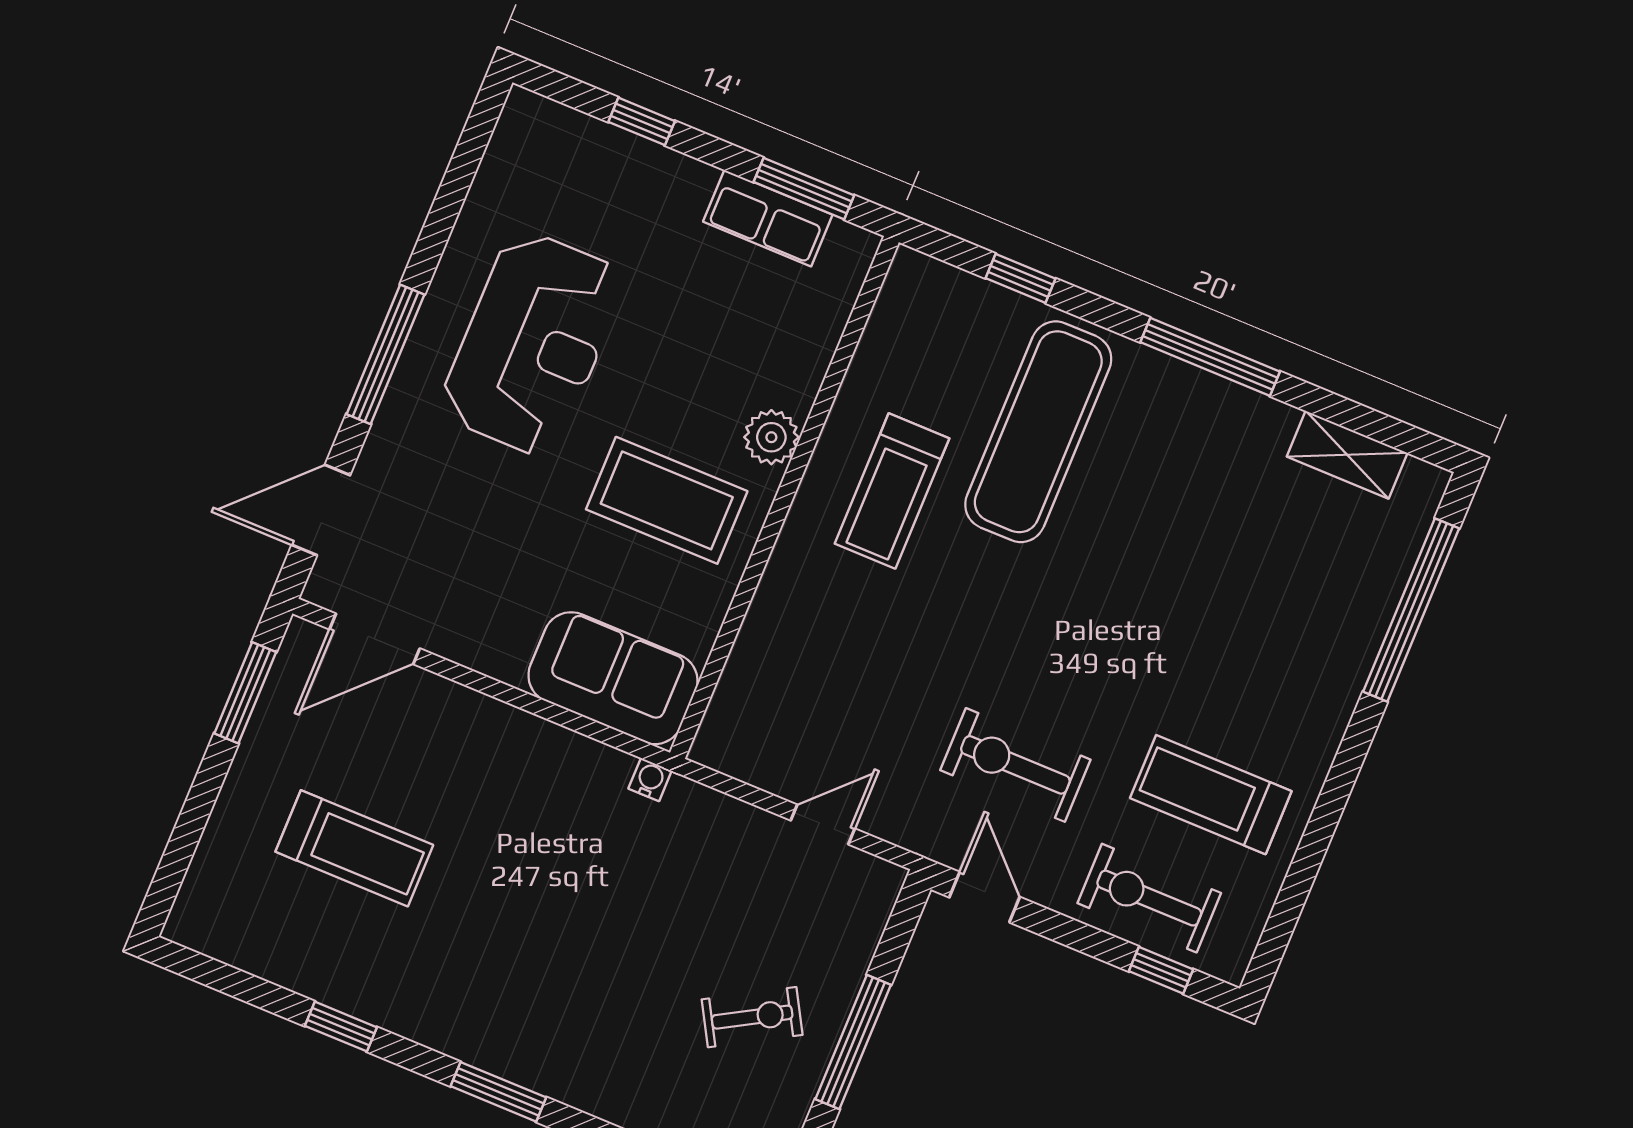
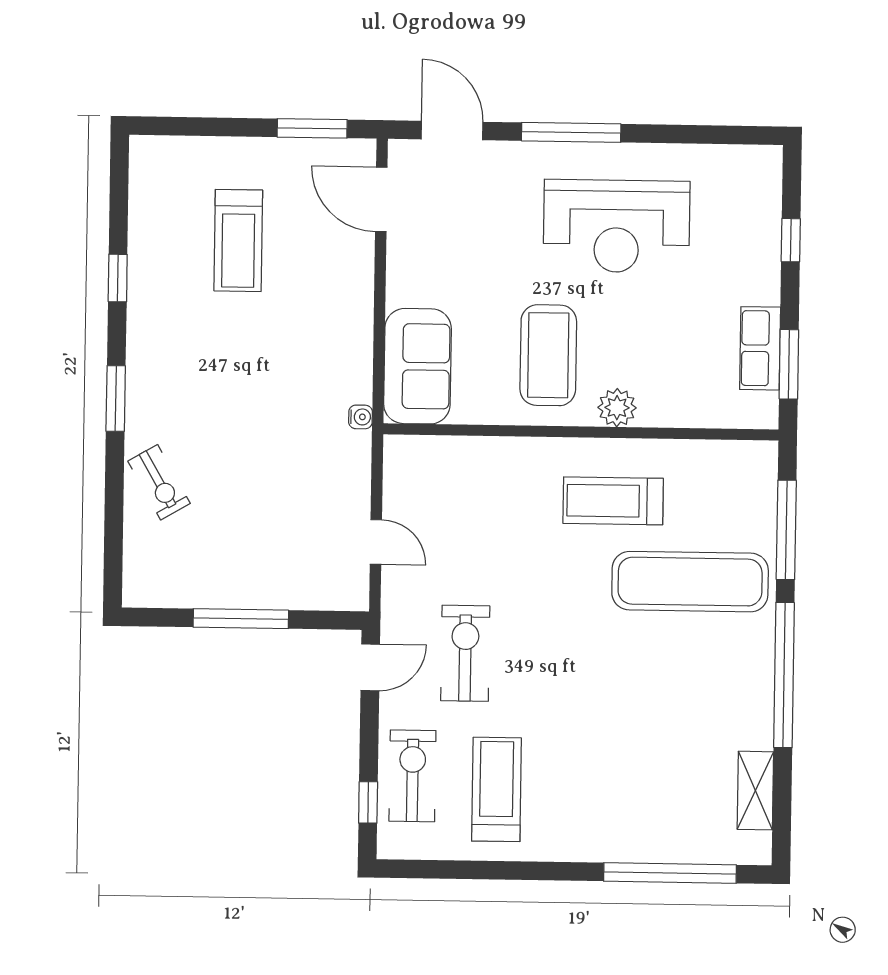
window: (1020, 278) -> (786, 530), width x2.17
window: (1210, 357) -> (784, 675), width x1.46
exercise bike: (752, 1017) -> (159, 482), moved

